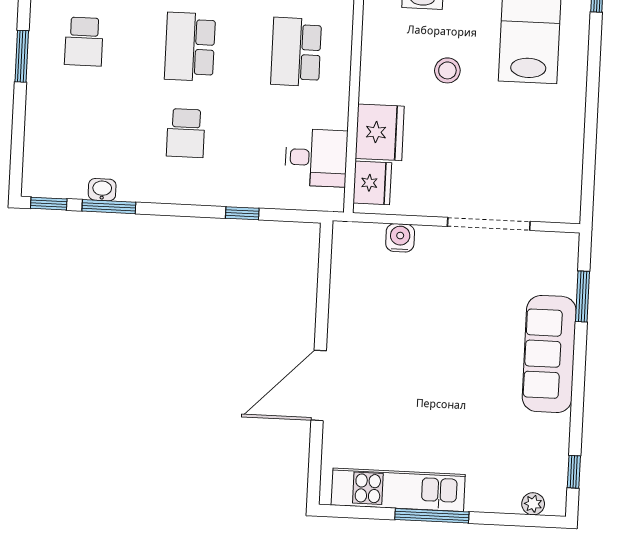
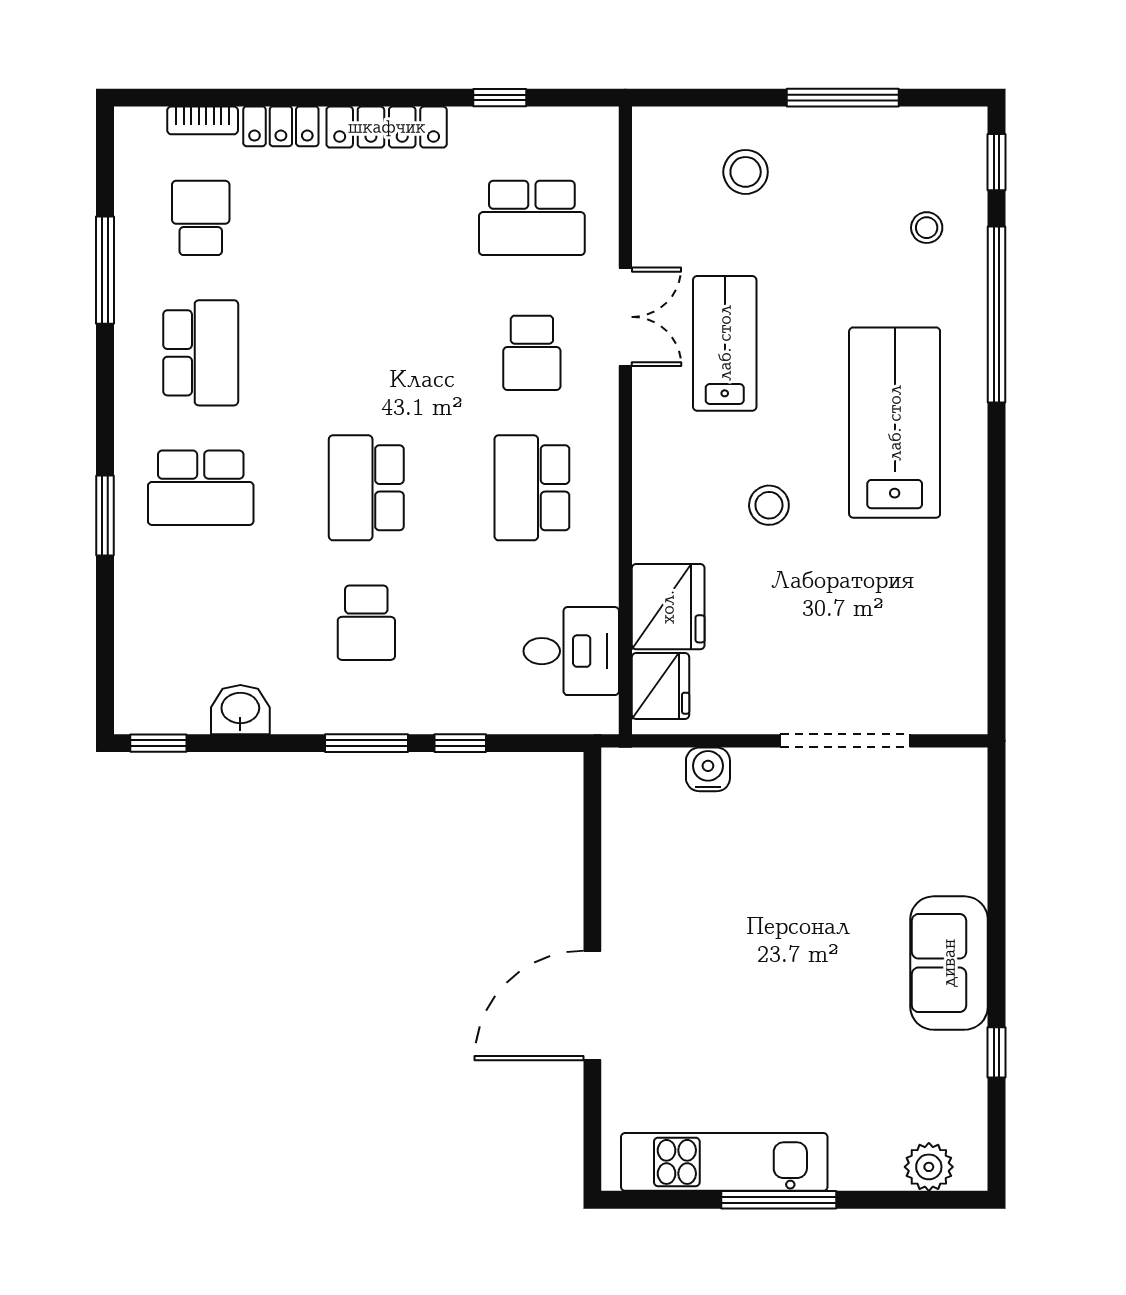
school desk: (84, 41) -> (201, 488), width x1.85
washbasin: (102, 190) -> (240, 710), width x1.38, depth x1.45
window: (109, 207) -> (366, 743), moved
window: (582, 296) -> (996, 847), removed
sofa: (549, 354) -> (949, 963), width x0.73
window: (574, 472) -> (996, 1052), moved
plant: (533, 504) -> (929, 1167), width x1.38, depth x1.38

